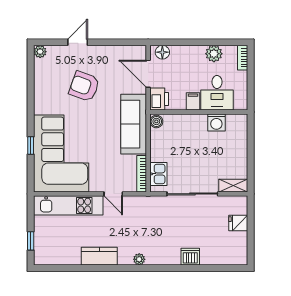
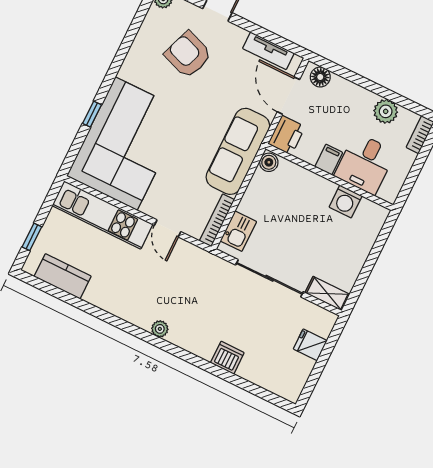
tv unit: (122, 52) -> (268, 51), added
armchair: (84, 86) -> (188, 55), moved
kitchen counter: (99, 256) -> (63, 276), moved

